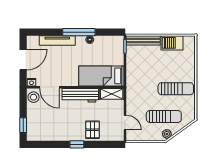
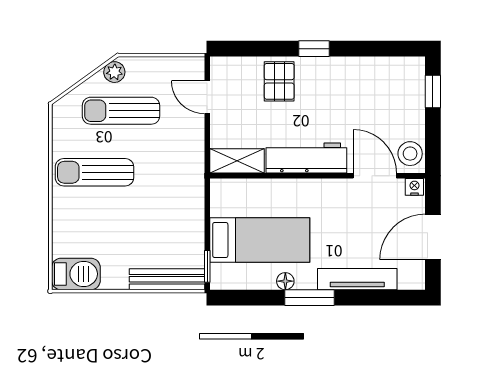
window: (79, 32) -> (309, 298), width x0.69
barbecue: (172, 43) -> (76, 274), moved
bed: (101, 76) -> (260, 240), moved

